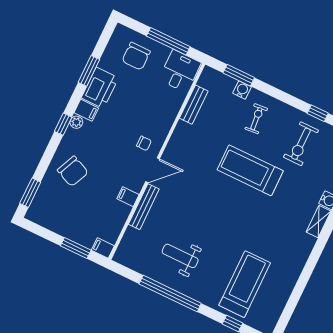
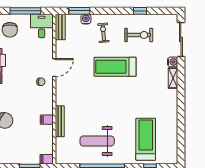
bench: (194, 105) -> (60, 27), moved
exercise bike: (301, 144) -> (139, 35), turned -90
door: (153, 170) -> (54, 68), moved
weight bench: (180, 256) -> (97, 141), width x1.36, depth x1.33

